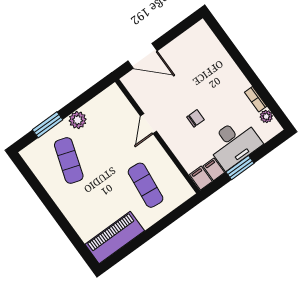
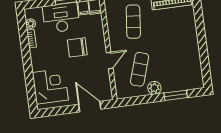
corner desk: (202, 55) -> (50, 86), added
chair: (195, 118) -> (77, 47), width x1.87, depth x1.87
exercise mat: (69, 161) -> (140, 69), moved

